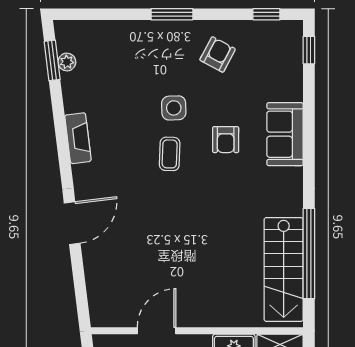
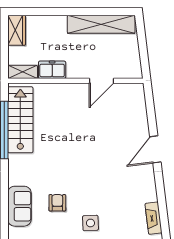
fireplace: (78, 138) -> (153, 218), moved
coffee table: (170, 154) -> (93, 194), removed

